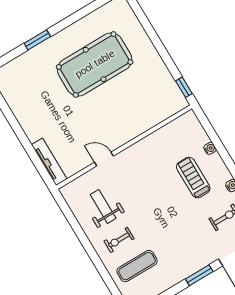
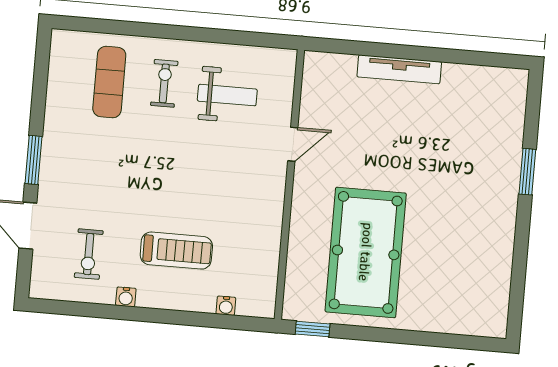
pool table: (95, 64) -> (366, 252), moved
water cooler: (210, 148) -> (226, 306), moved
tv unit: (49, 162) -> (399, 69), moved

